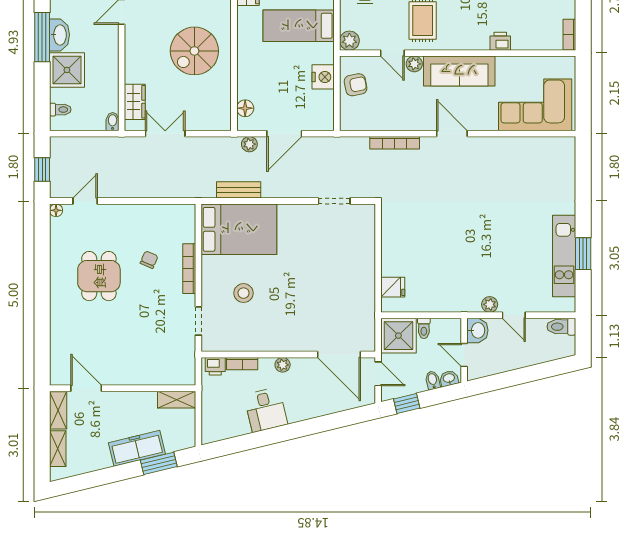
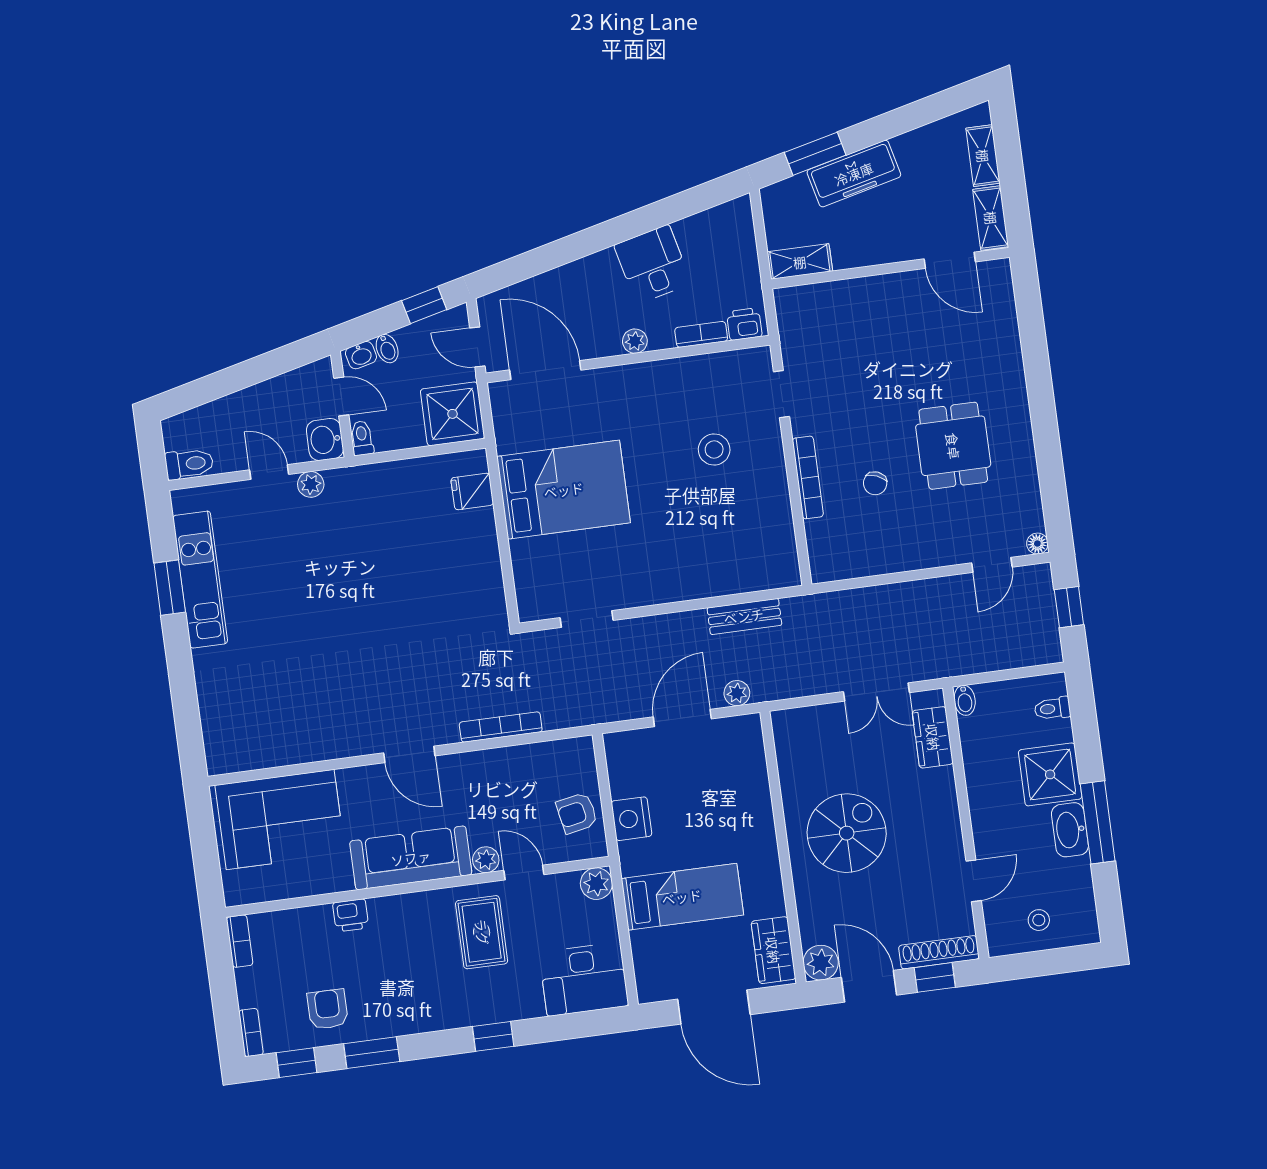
floor lamp: (245, 108) -> (751, 751), removed
bed: (239, 229) -> (564, 490), moved, turned 180
toilet: (424, 328) -> (362, 438), moved

